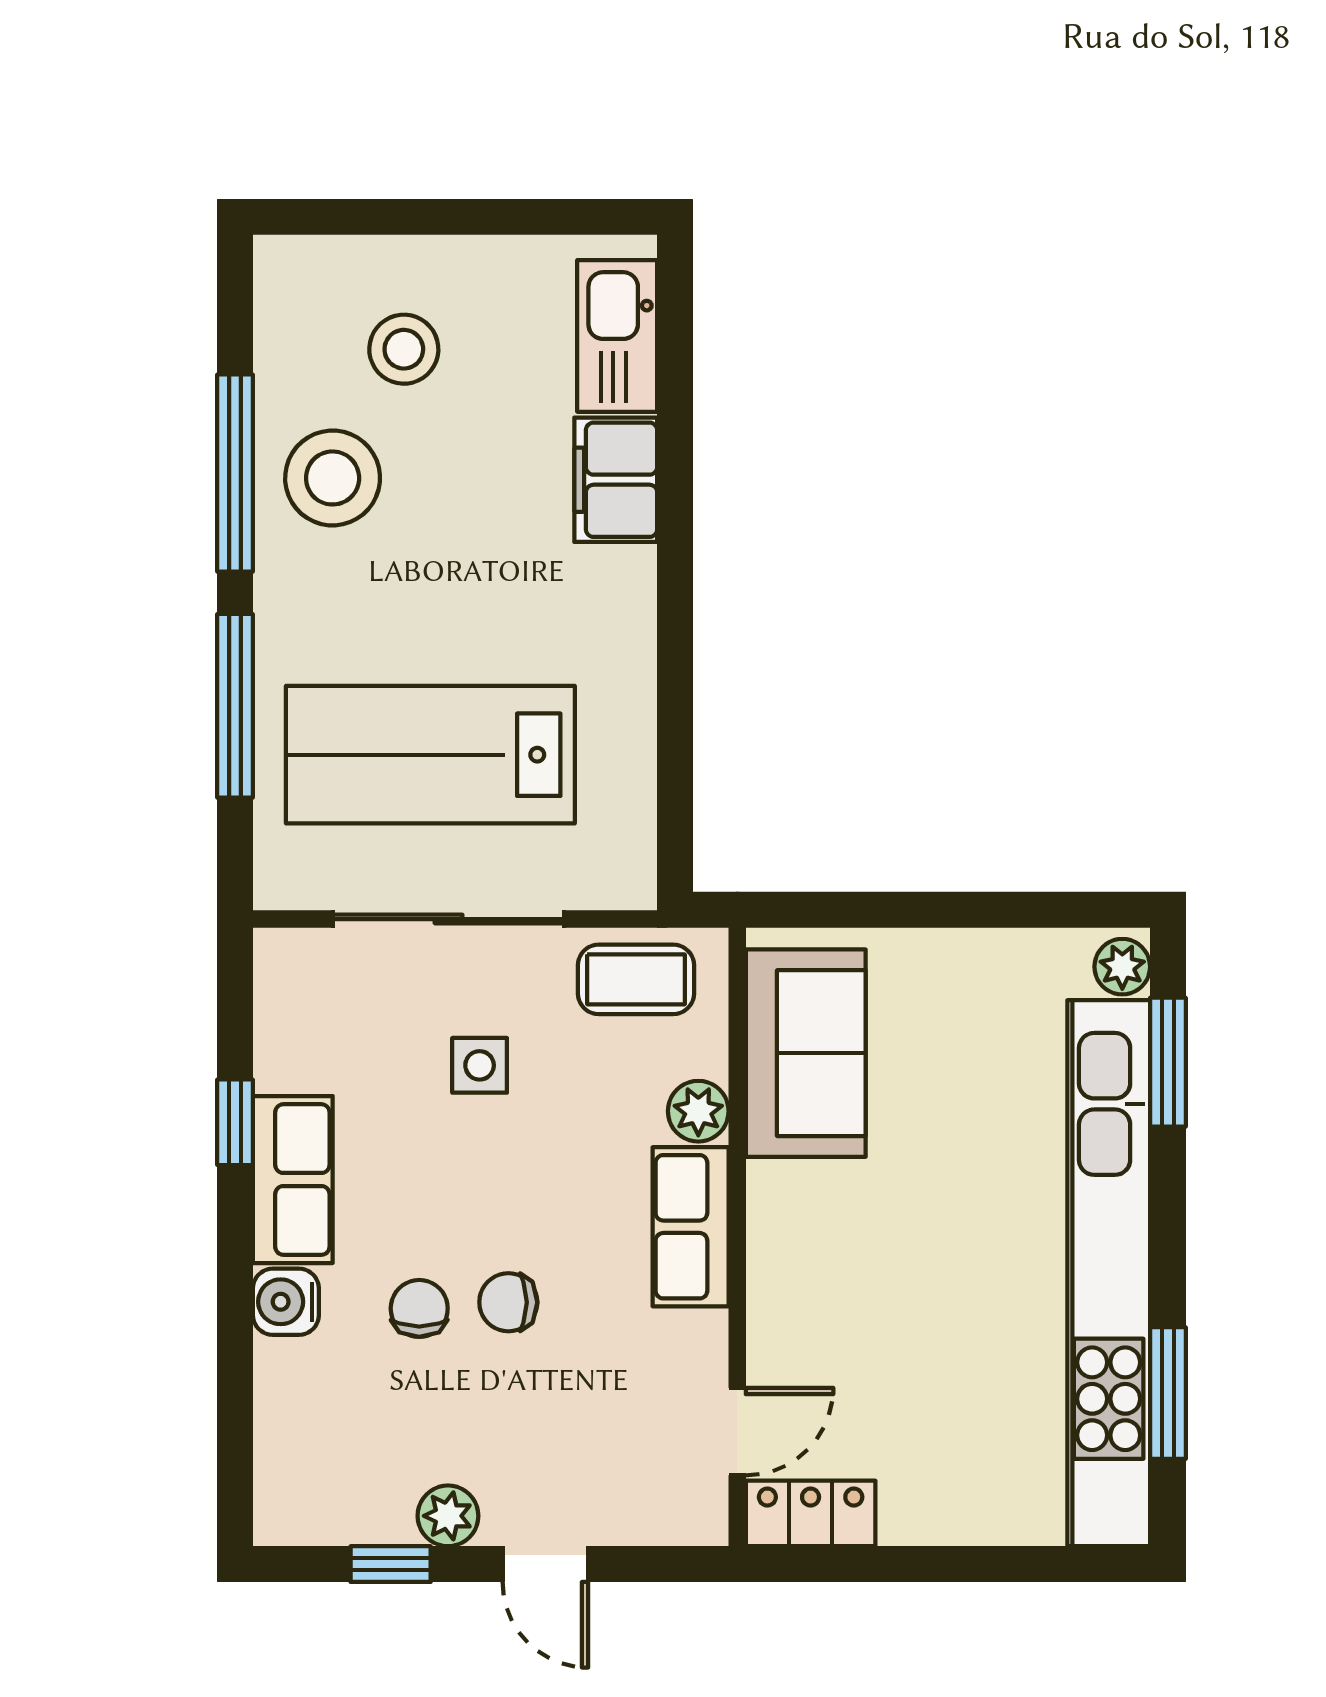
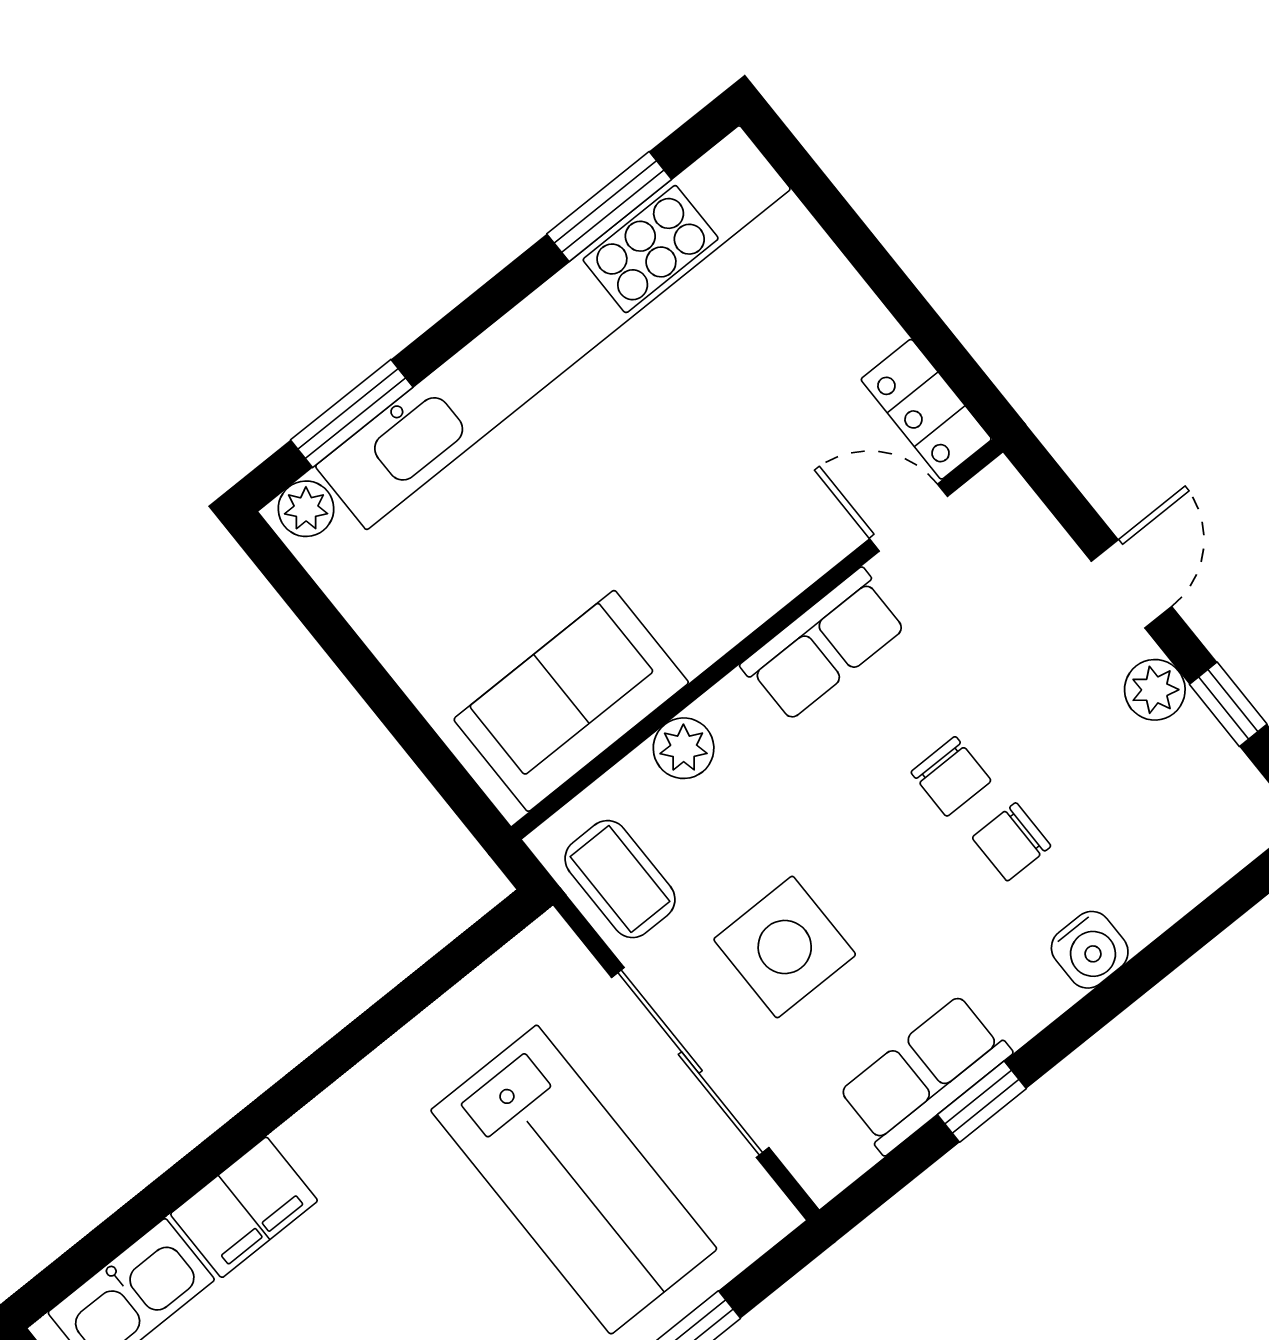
side table: (480, 1065) -> (785, 947), width x1.87, depth x1.87
row of seats: (293, 1180) -> (924, 1074), moved
row of seats: (691, 1227) -> (824, 645), moved

